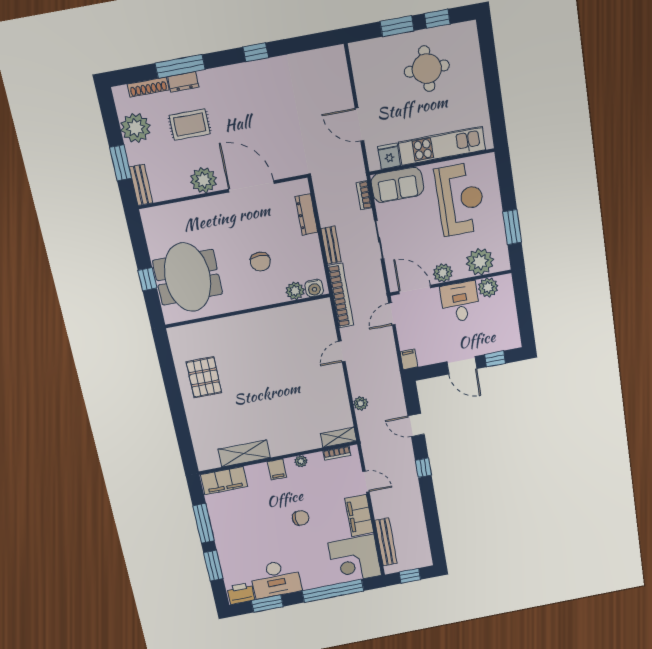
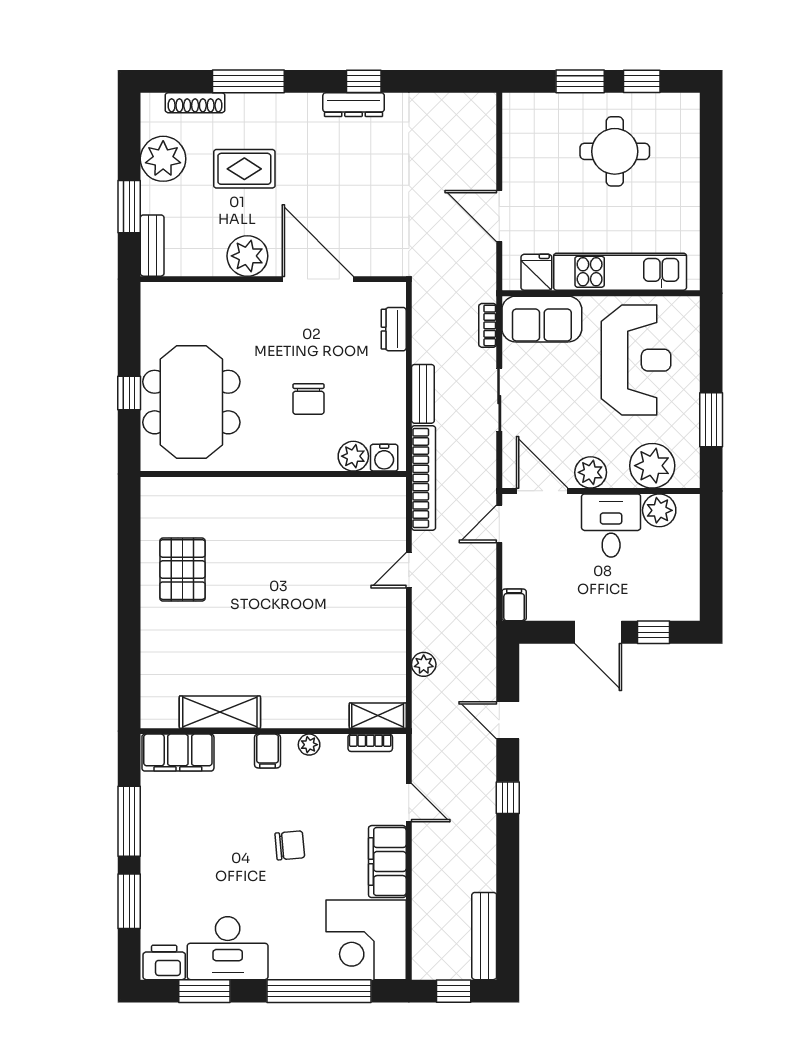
dresser: (183, 82) -> (354, 105), moved, width x1.44
dresser: (307, 215) -> (394, 329), width x0.70
bench: (386, 542) -> (484, 936), moved

